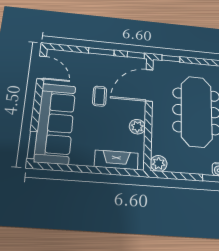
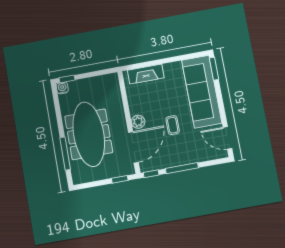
window: (101, 52) -> (182, 168), width x1.44
plant: (137, 127) -> (138, 122), moved
plant: (159, 163) -> (112, 80), removed

